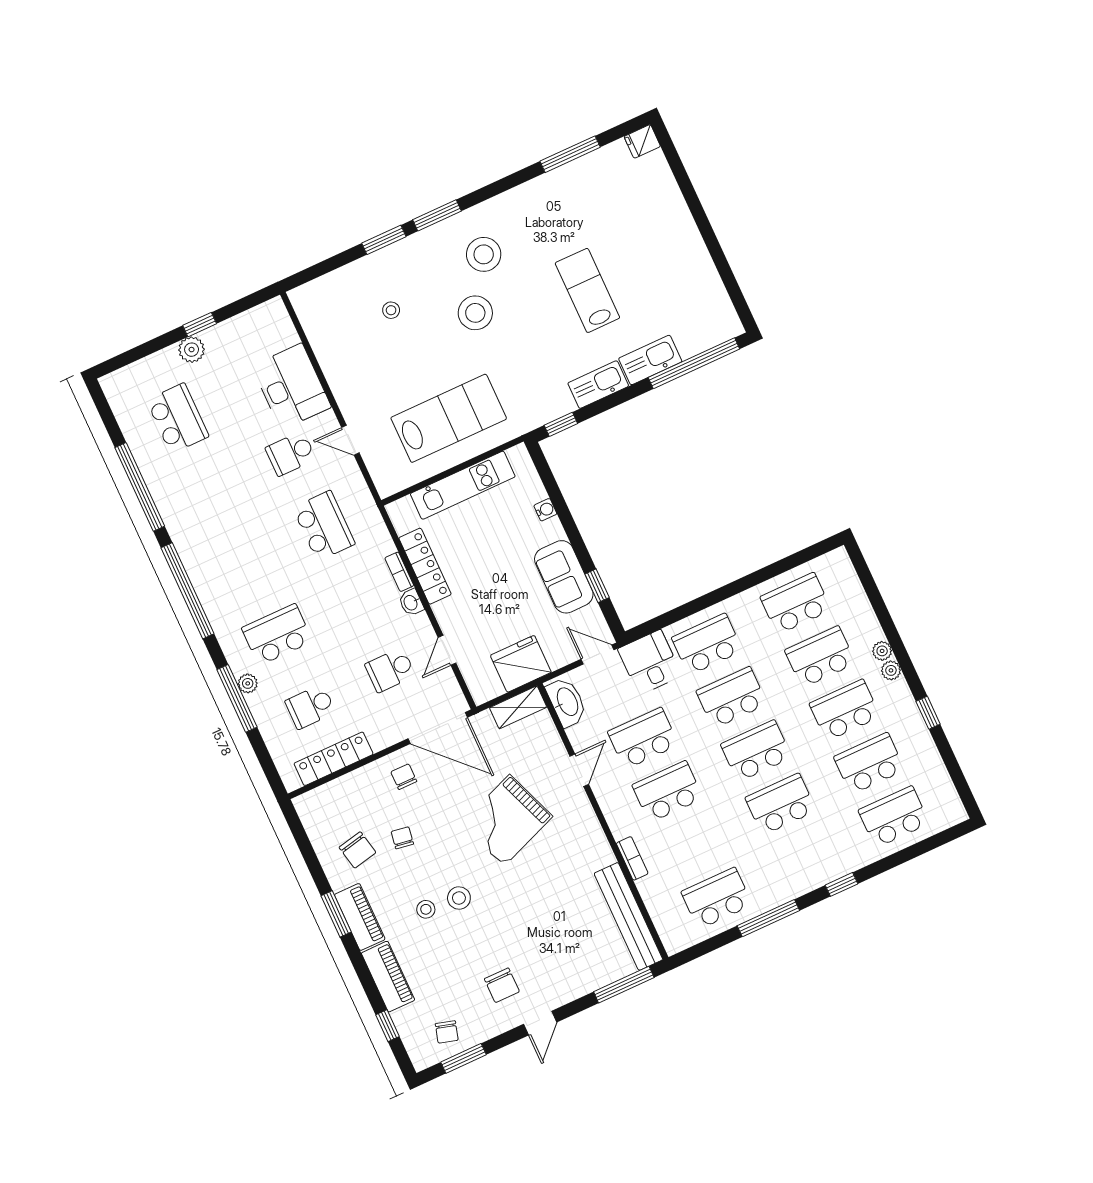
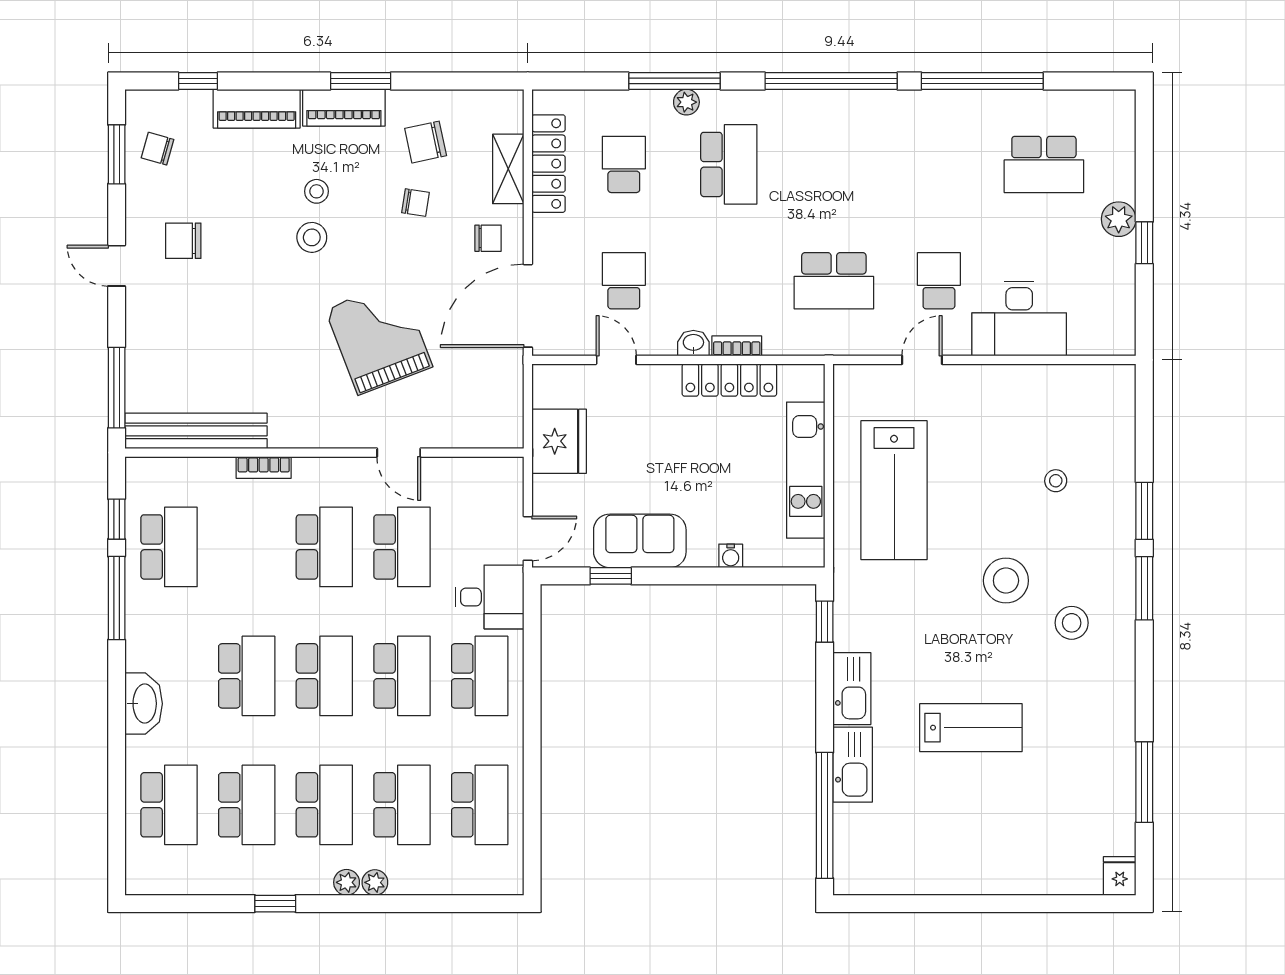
stool: (484, 254) -> (1072, 623), width x0.73, depth x0.73
washbasin: (567, 702) -> (144, 704), moved, turned -90
shelving: (518, 707) -> (508, 169), moved
window: (842, 884) -> (117, 519), moved

